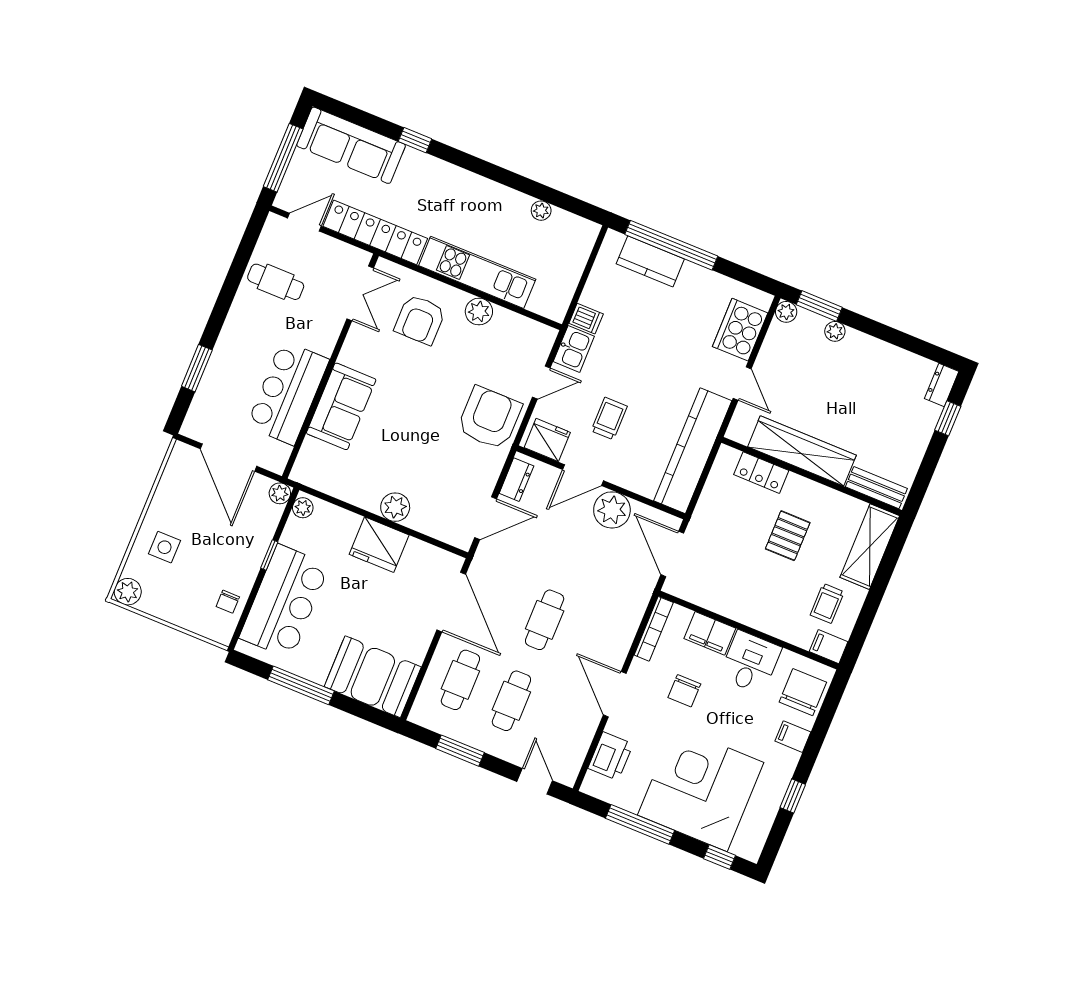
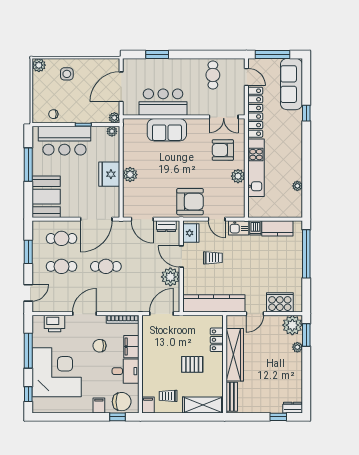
kitchen counter: (650, 261) -> (277, 228), moved, turned -90
plant: (786, 312) -> (292, 325), width x1.88, depth x1.88
window: (793, 796) -> (118, 417), moved

